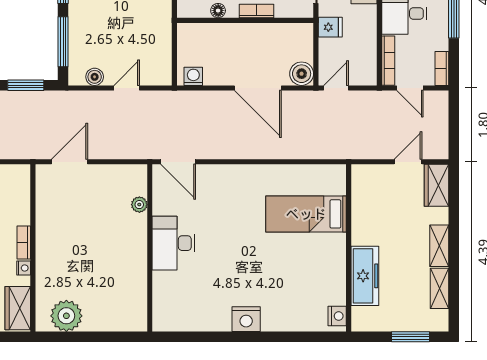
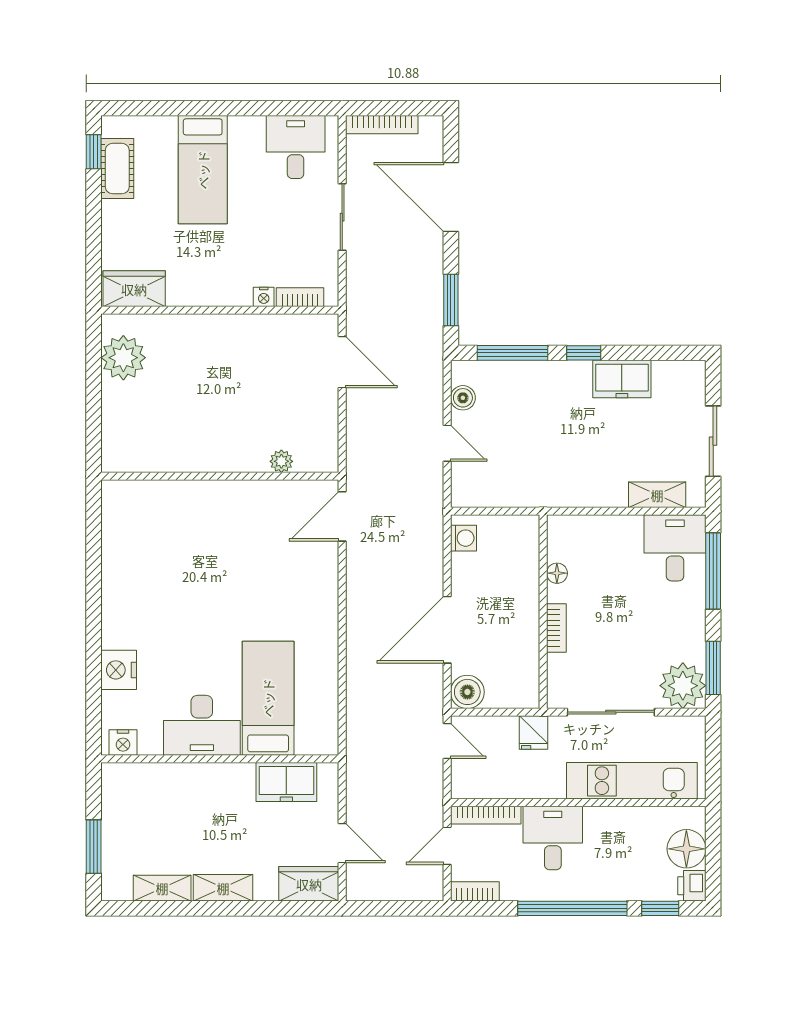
bookcase: (24, 242) -> (300, 297), moved
desk: (173, 243) -> (202, 725), moved, turned 180
nightstand: (24, 268) -> (264, 297), moved
freezer: (365, 276) -> (286, 782), moved, width x0.71
nightstand: (246, 319) -> (119, 670), moved

